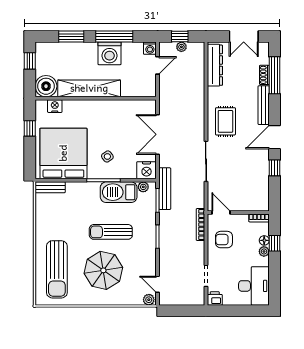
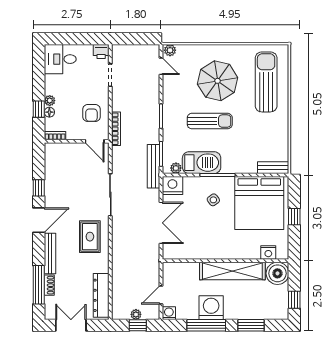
window: (30, 128) -> (294, 217), moved
armchair: (224, 240) -> (91, 113), turned 90
desk: (254, 286) -> (60, 59), width x0.73

